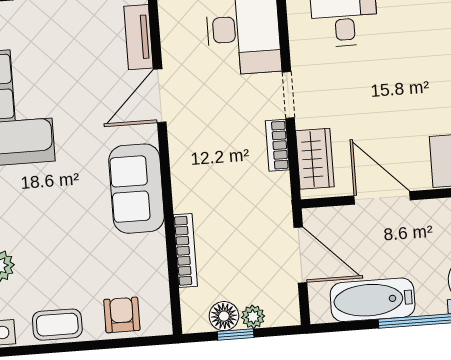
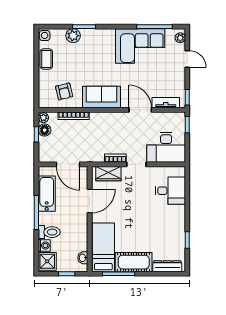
door: (300, 255) -> (68, 164), hinge flipped
armchair: (122, 315) -> (64, 91), moved, turned 76
plant: (253, 317) -> (43, 118), moved

